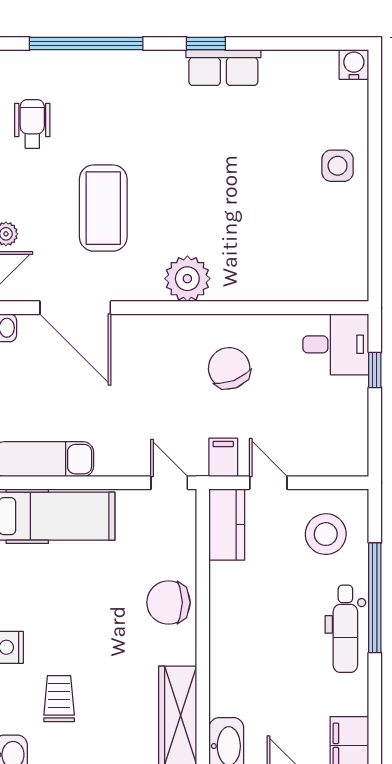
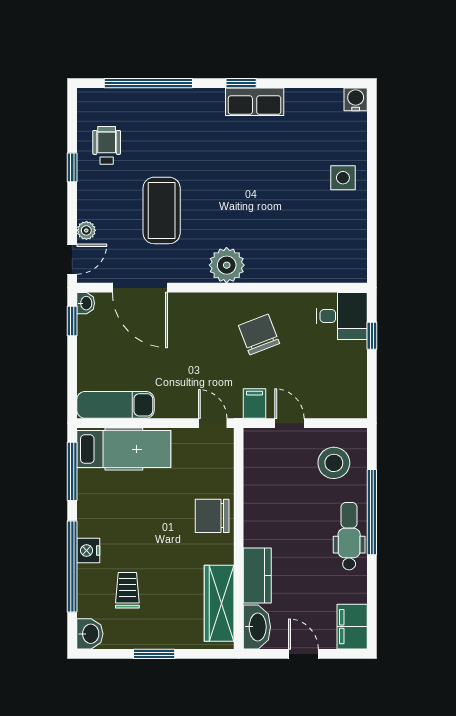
kitchen counter: (227, 525) -> (257, 575), moved
dental chair: (345, 629) -> (349, 536), turned 180

